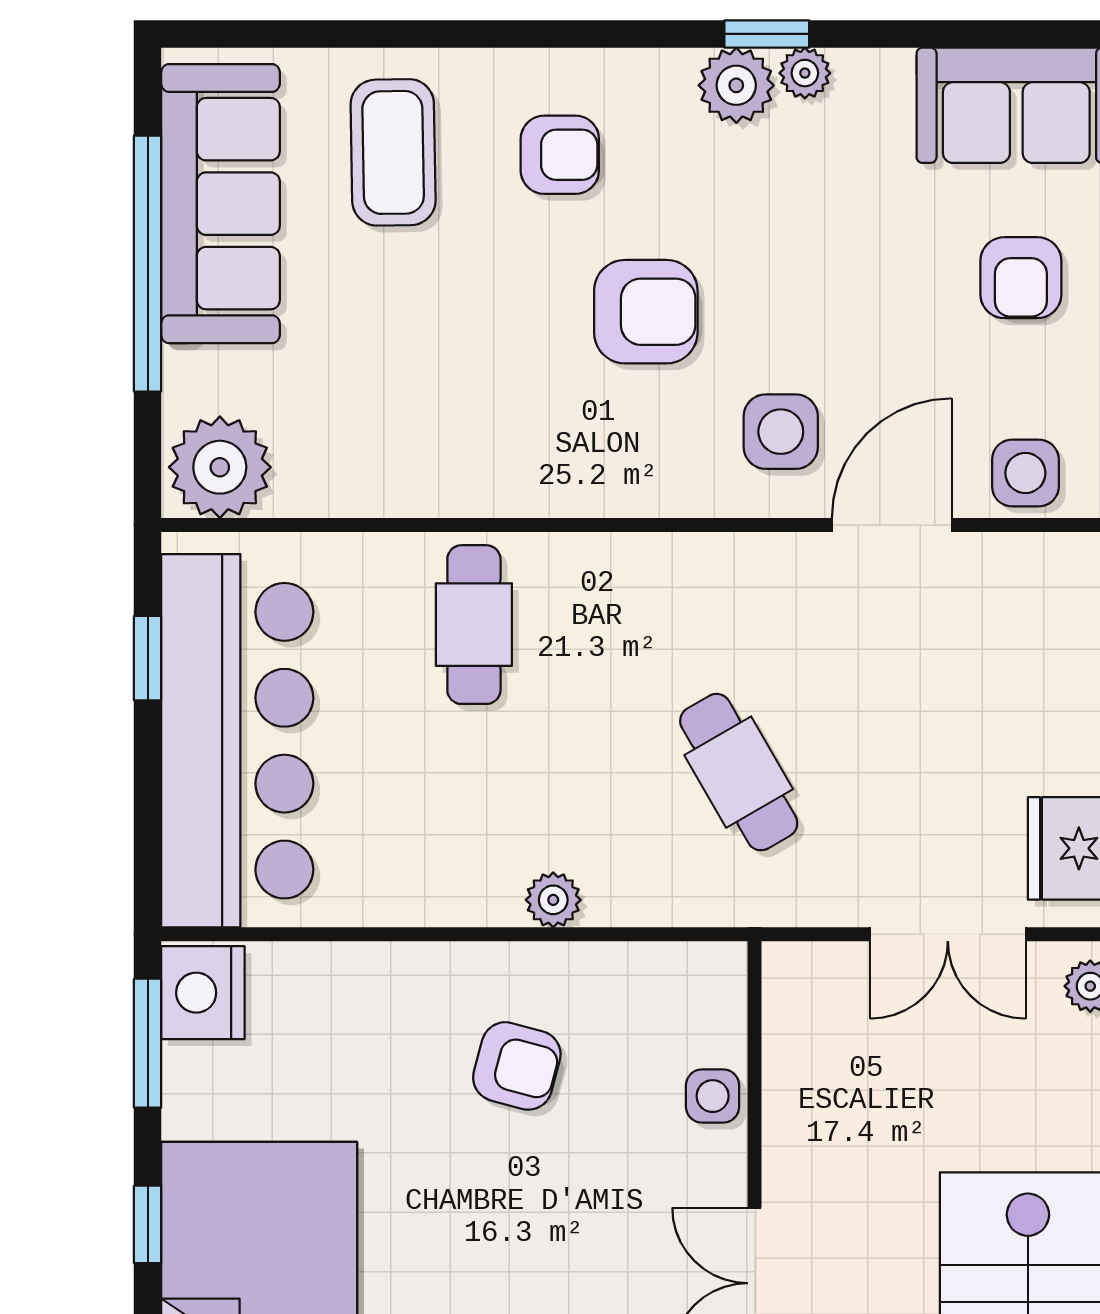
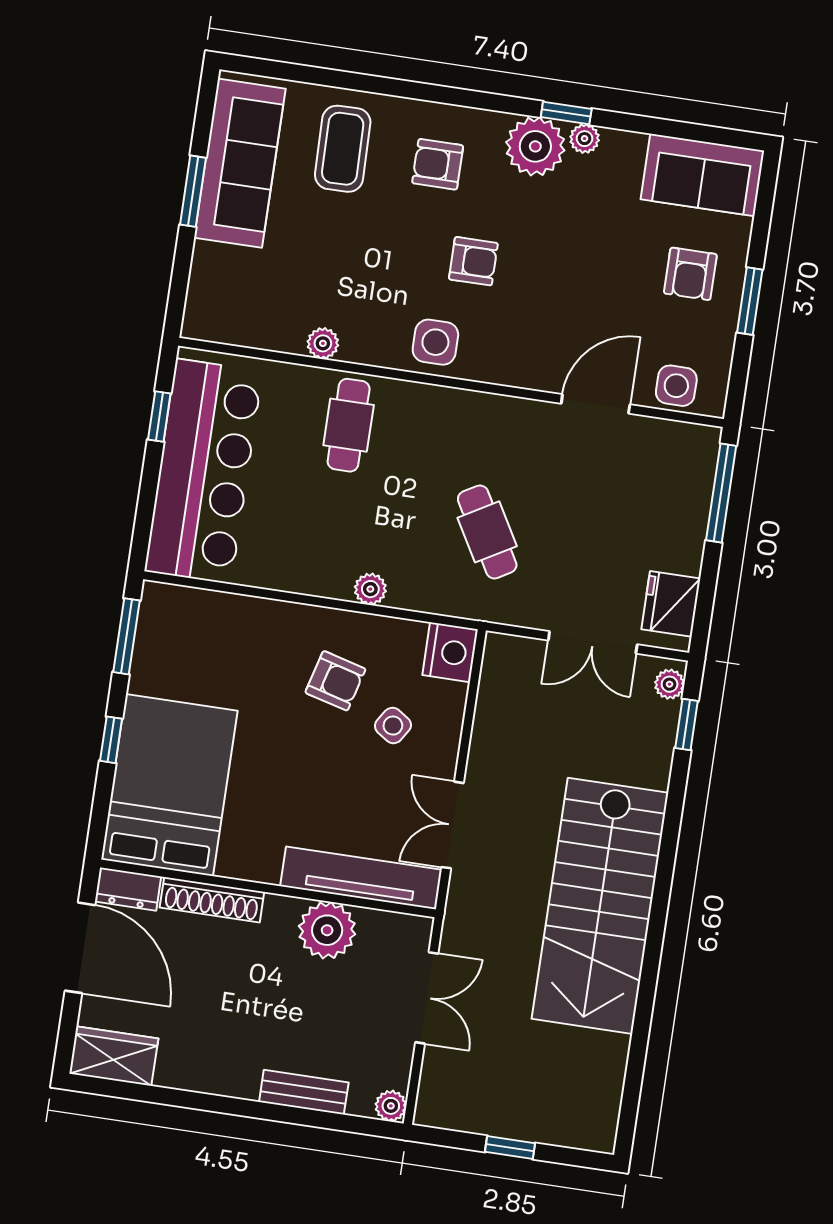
plant: (736, 85) -> (535, 146), width x1.36, depth x1.36
armchair: (560, 155) -> (438, 164), turned 180
window: (148, 264) -> (193, 191), width x0.47
armchair: (646, 312) -> (473, 261), width x0.72, depth x0.72
side table: (781, 432) -> (435, 342), moved
plant: (220, 467) -> (323, 343), moved, width x0.53, depth x0.53
nightstand: (203, 993) -> (450, 652), moved, turned 180
side table: (713, 1096) -> (393, 726), moved, turned 33

